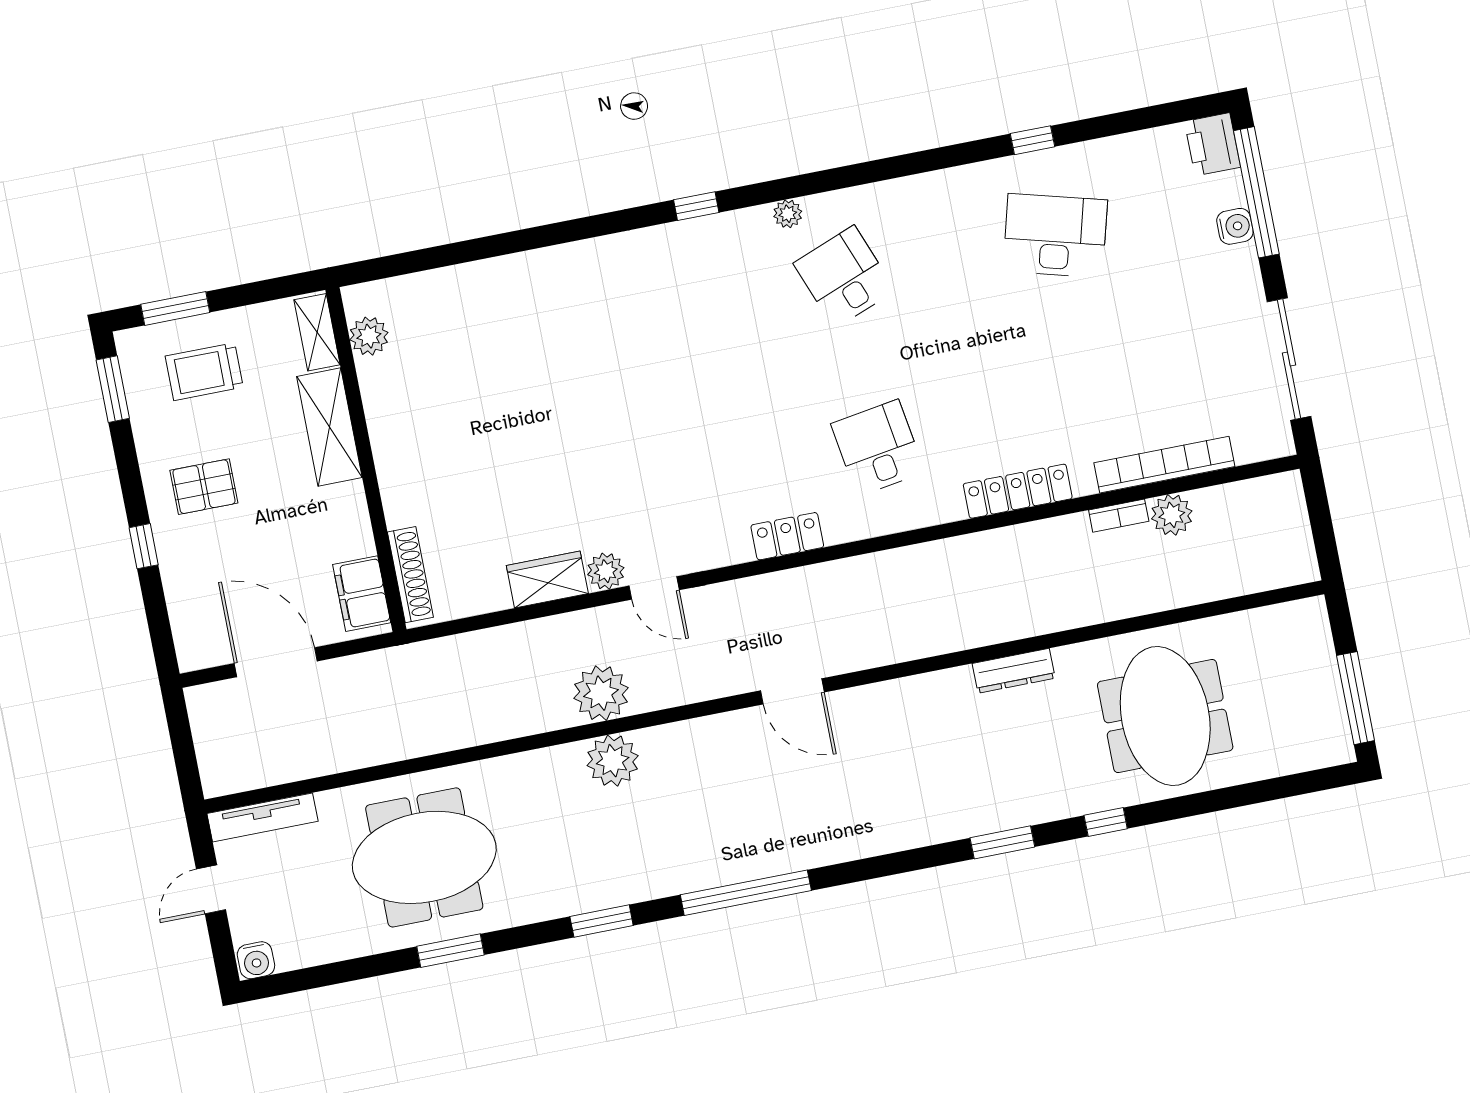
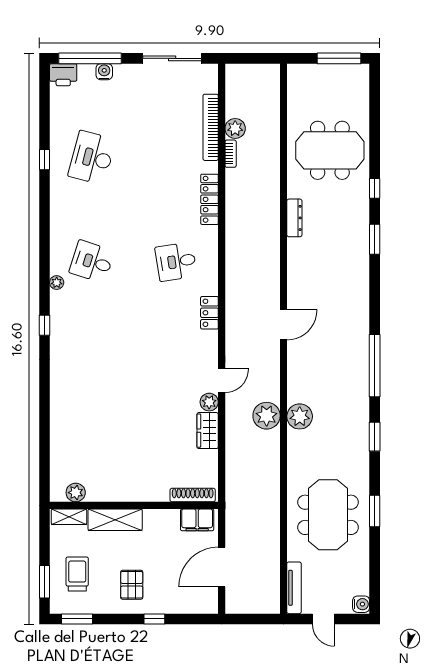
desk: (844, 277) -> (92, 262), turned 39
trolley: (204, 372) -> (77, 574), turned 180

